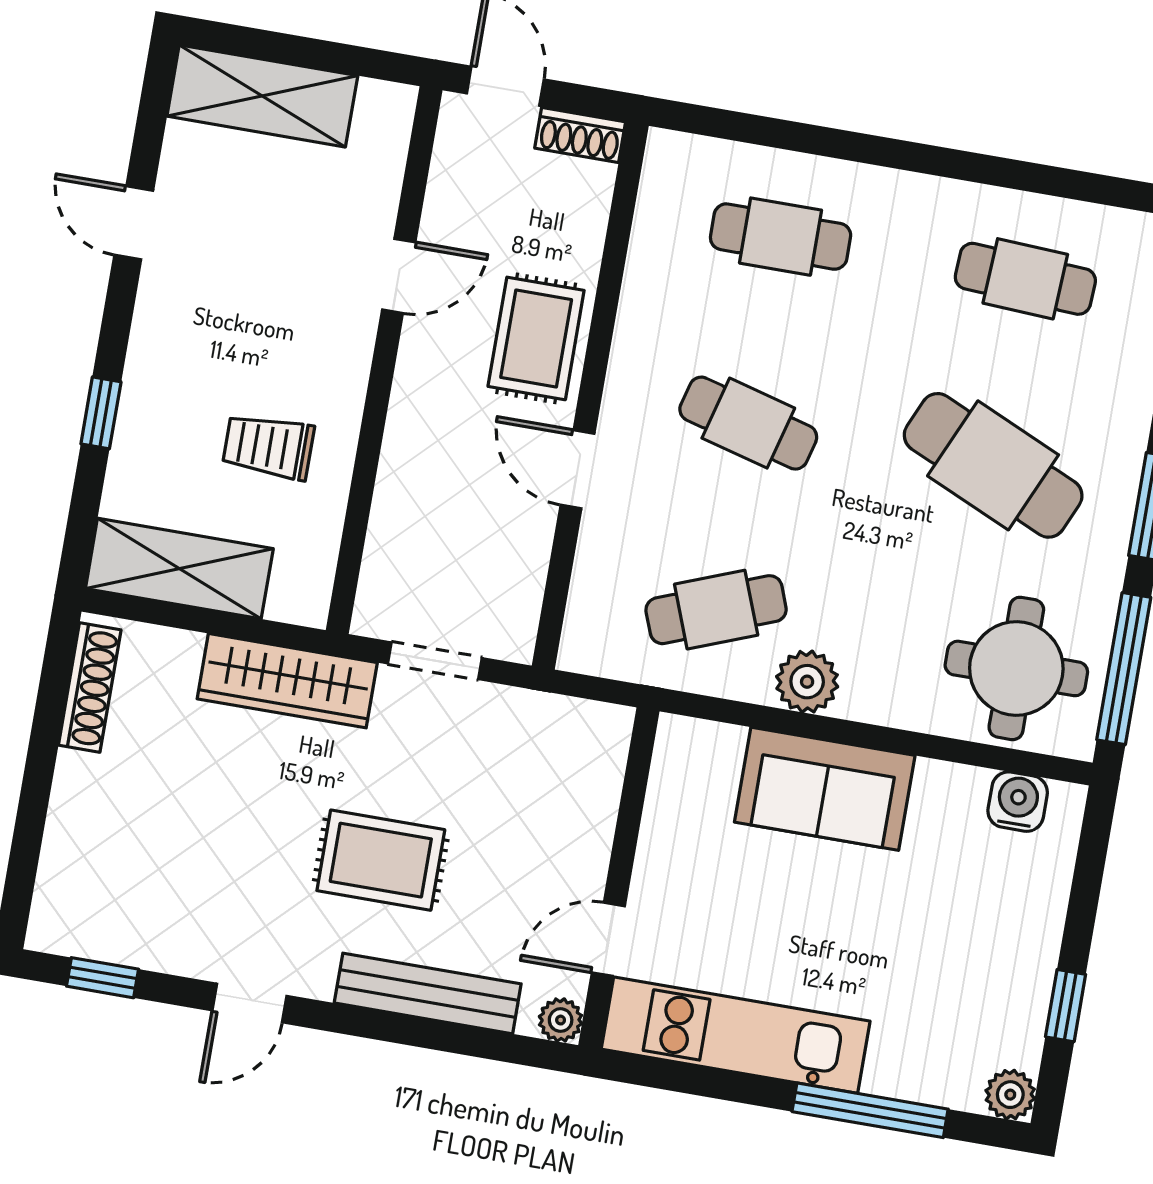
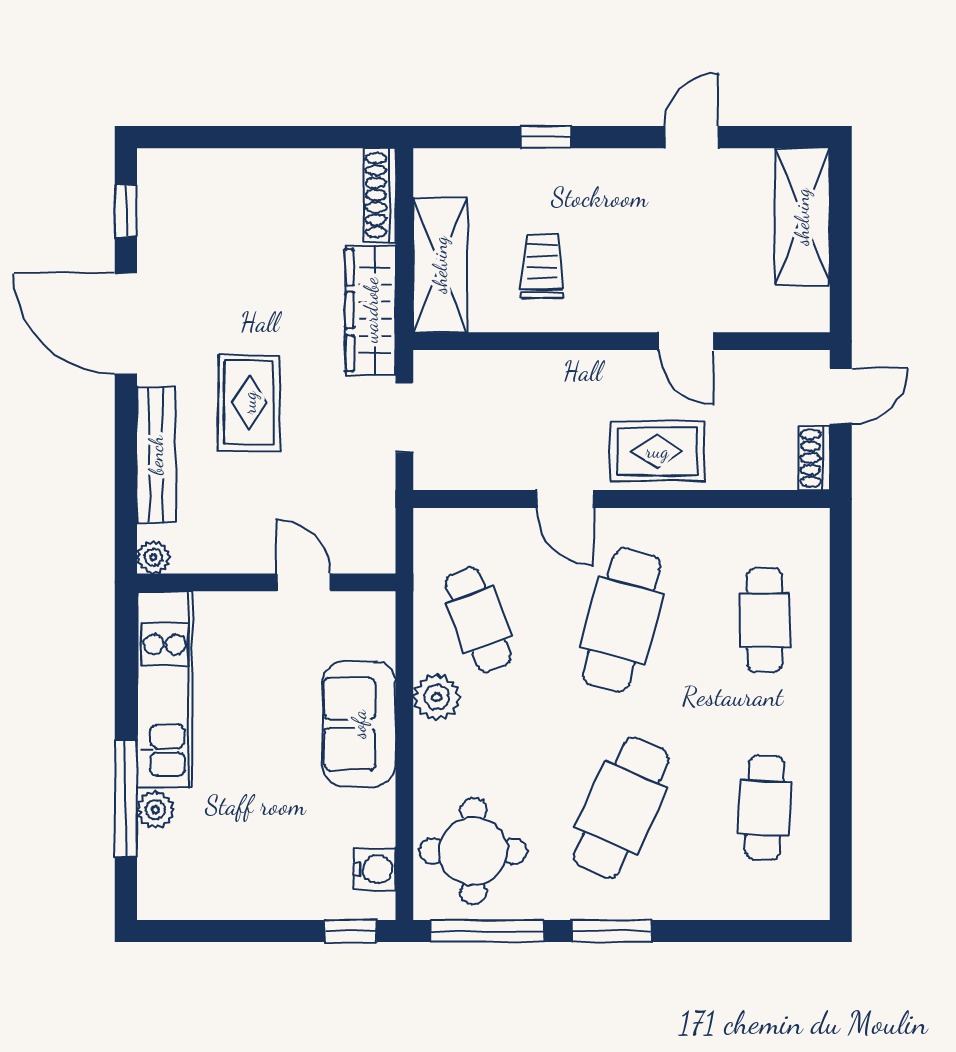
cafe table: (748, 423) -> (621, 620), width x1.37, depth x1.35
door: (578, 469) -> (565, 499), swing flipped
shelving: (179, 569) -> (440, 265), moved
shoe rack: (90, 687) -> (380, 195), moved, turned 90
door: (608, 939) -> (303, 582), moved
door: (250, 1003) -> (126, 324), width x1.88
window: (1066, 1006) -> (350, 931), moved
plant: (1010, 1095) -> (156, 810), moved

